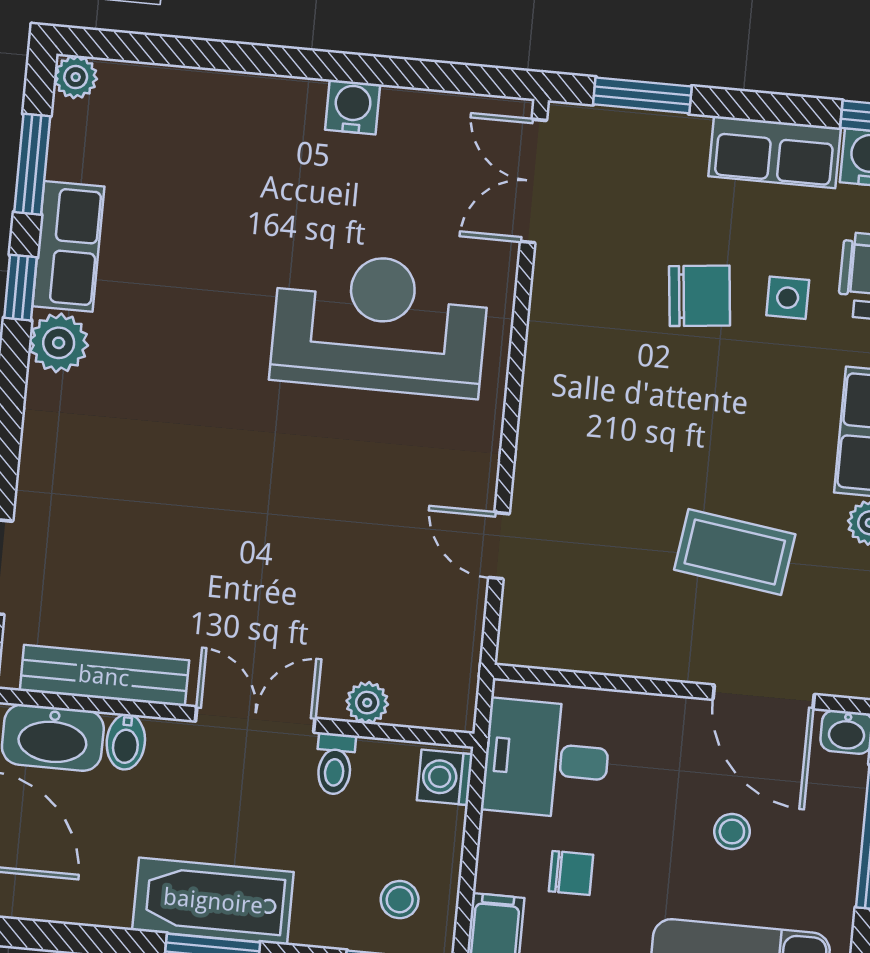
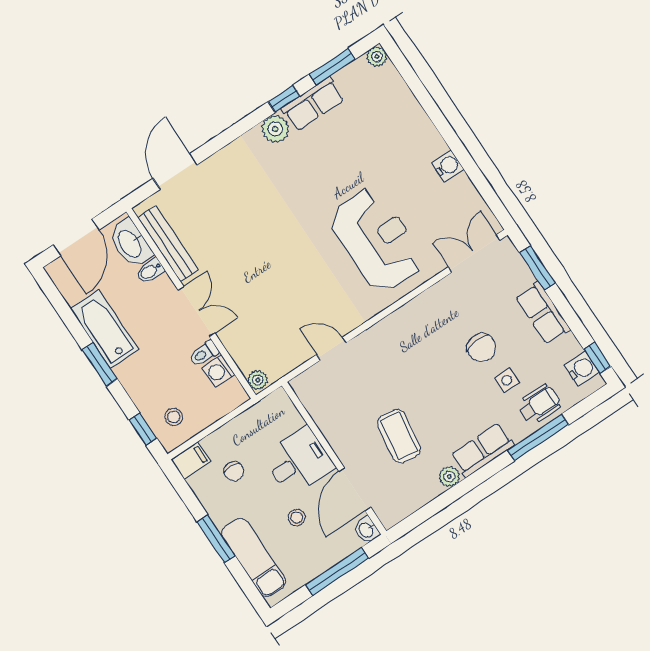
row of seats: (775, 152) -> (543, 313), moved
door: (499, 546) -> (332, 349), hinge flipped
plant: (367, 703) -> (258, 380), moved
desk: (546, 759) -> (299, 462), moved, turned 90
washing machine: (445, 777) -> (218, 371), moved, turned -90
bathtub: (213, 901) -> (104, 329), moved

